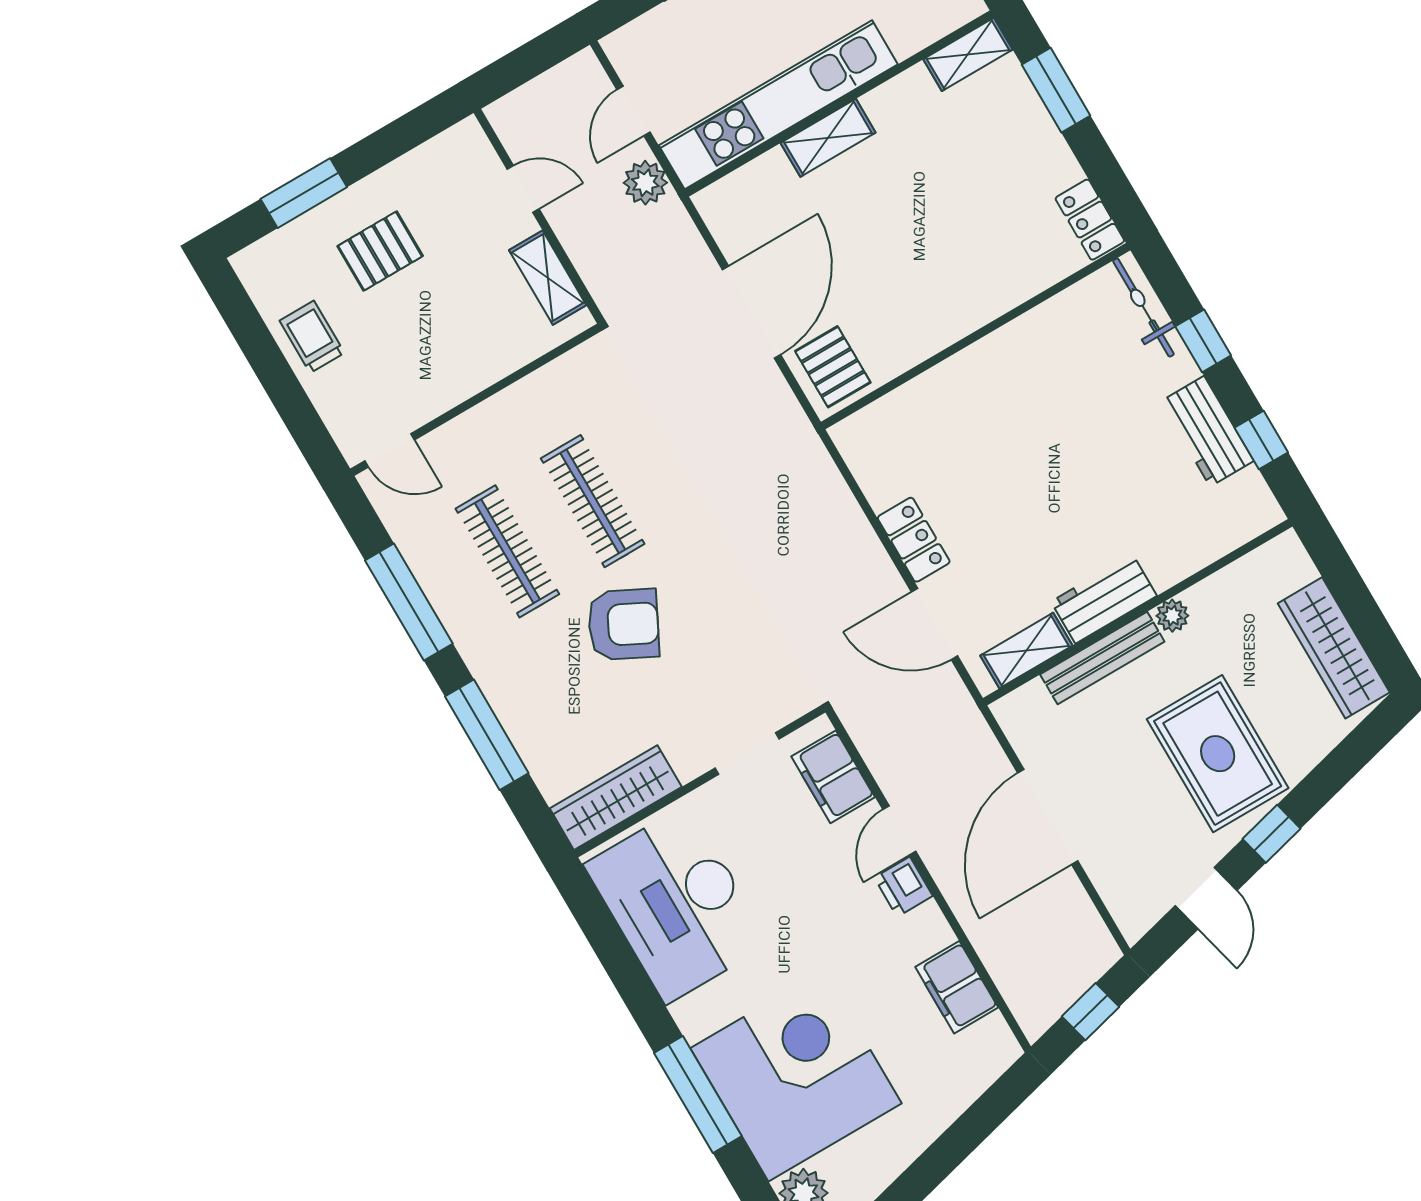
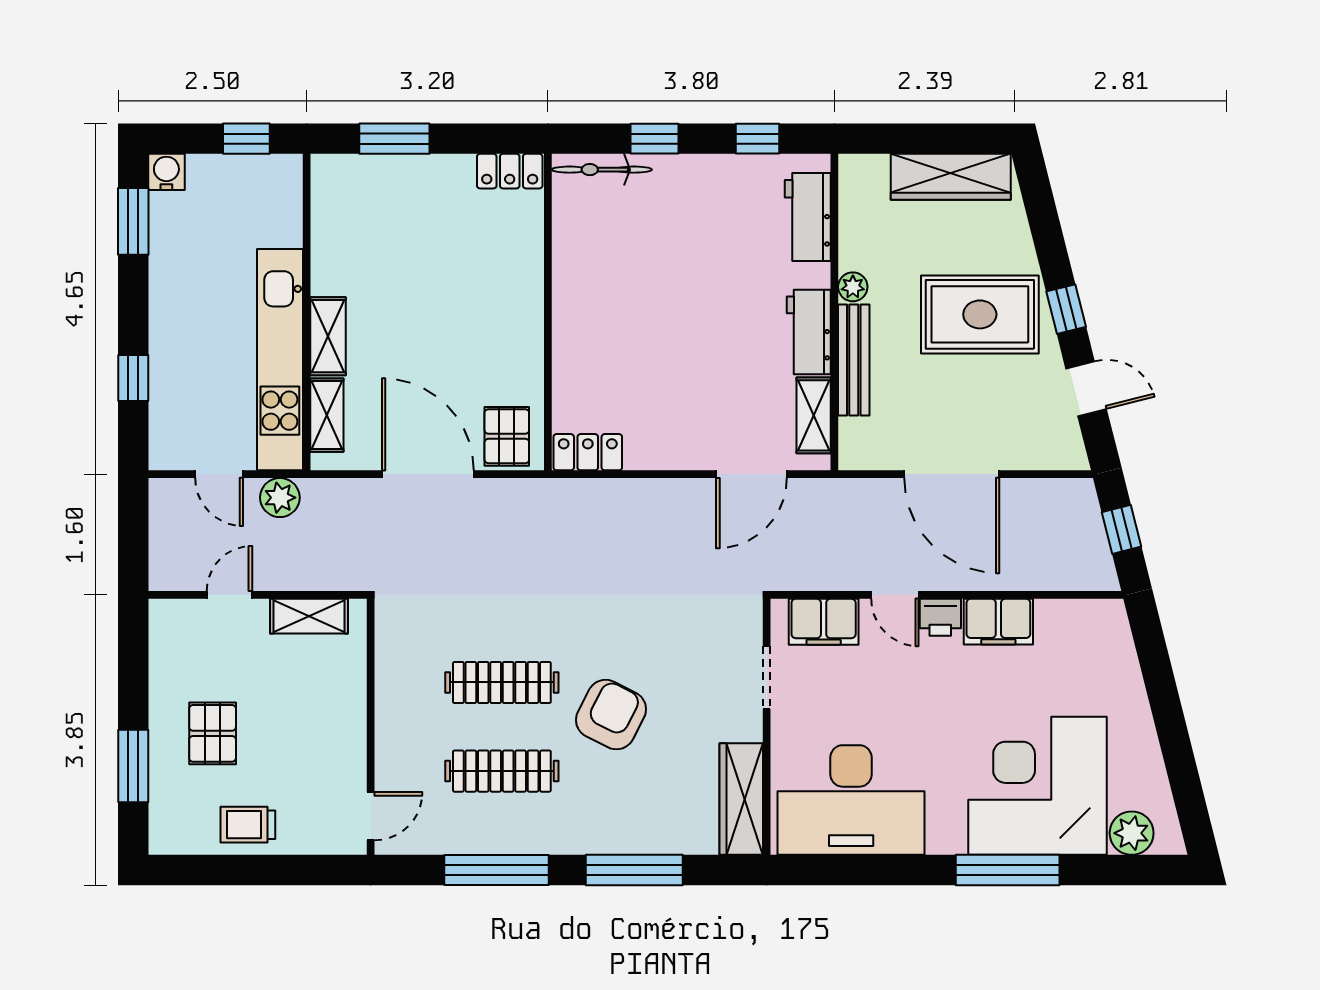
shelving: (968, 54) -> (327, 415), moved
pallet: (833, 367) -> (507, 436), turned 90
workbench: (1207, 431) -> (808, 217), moved, turned 90
locker: (914, 540) -> (588, 452), moved
filing cabinet: (957, 987) -> (998, 622), moved

